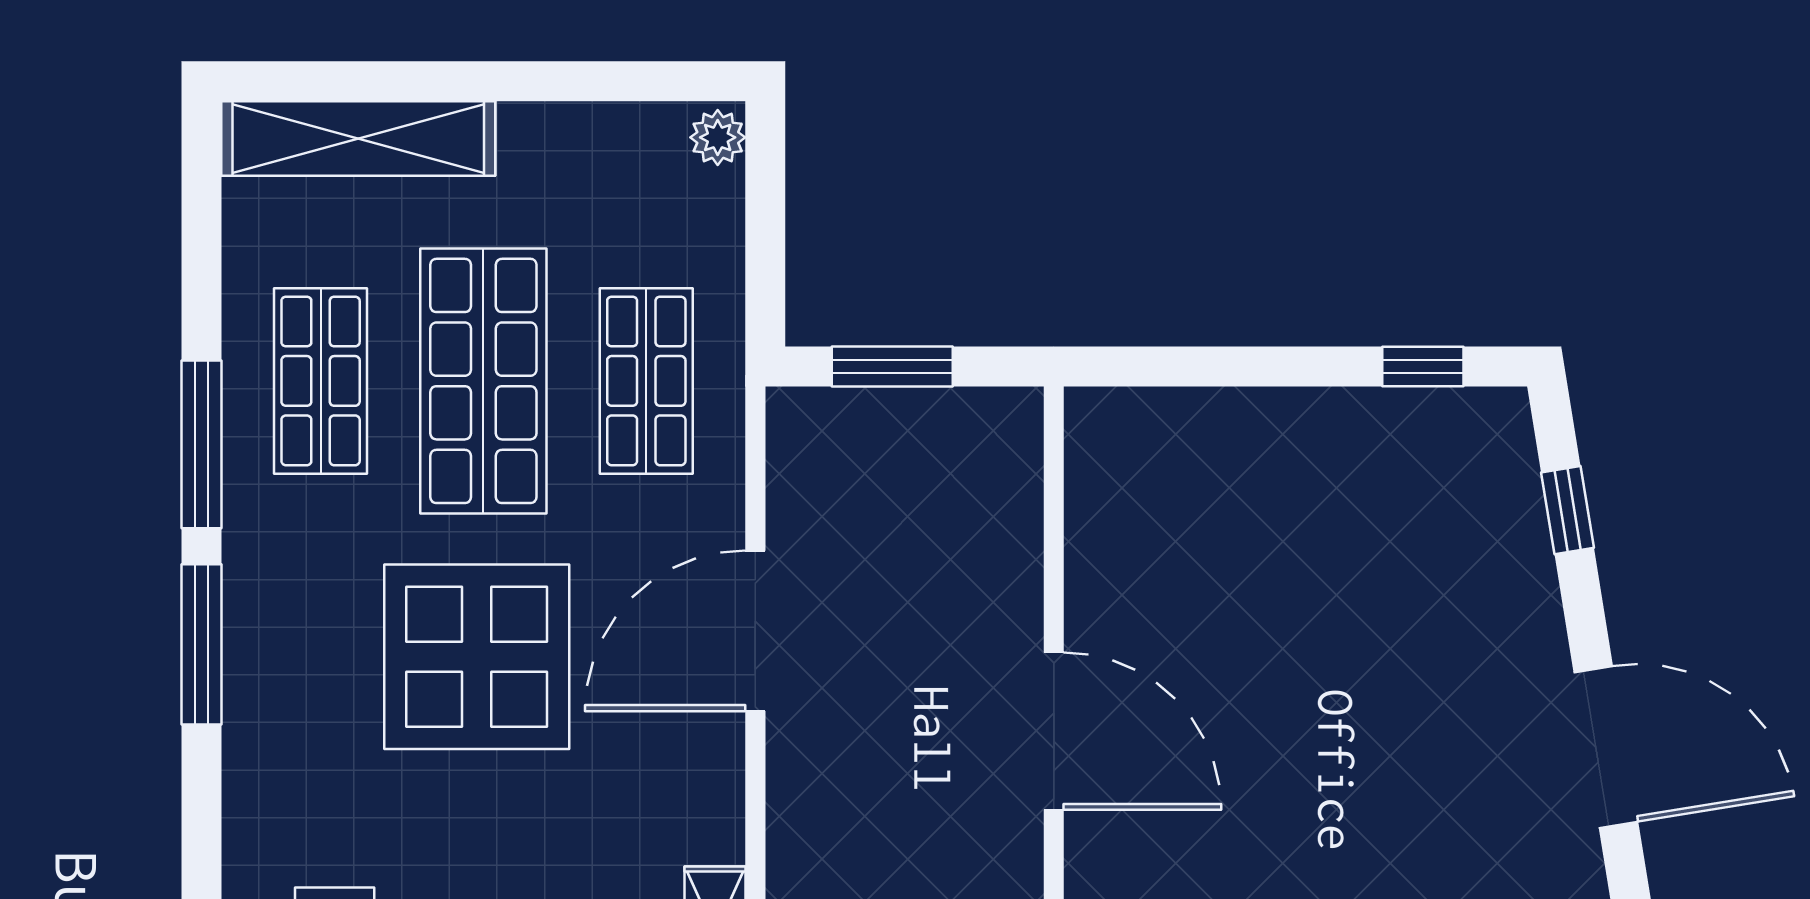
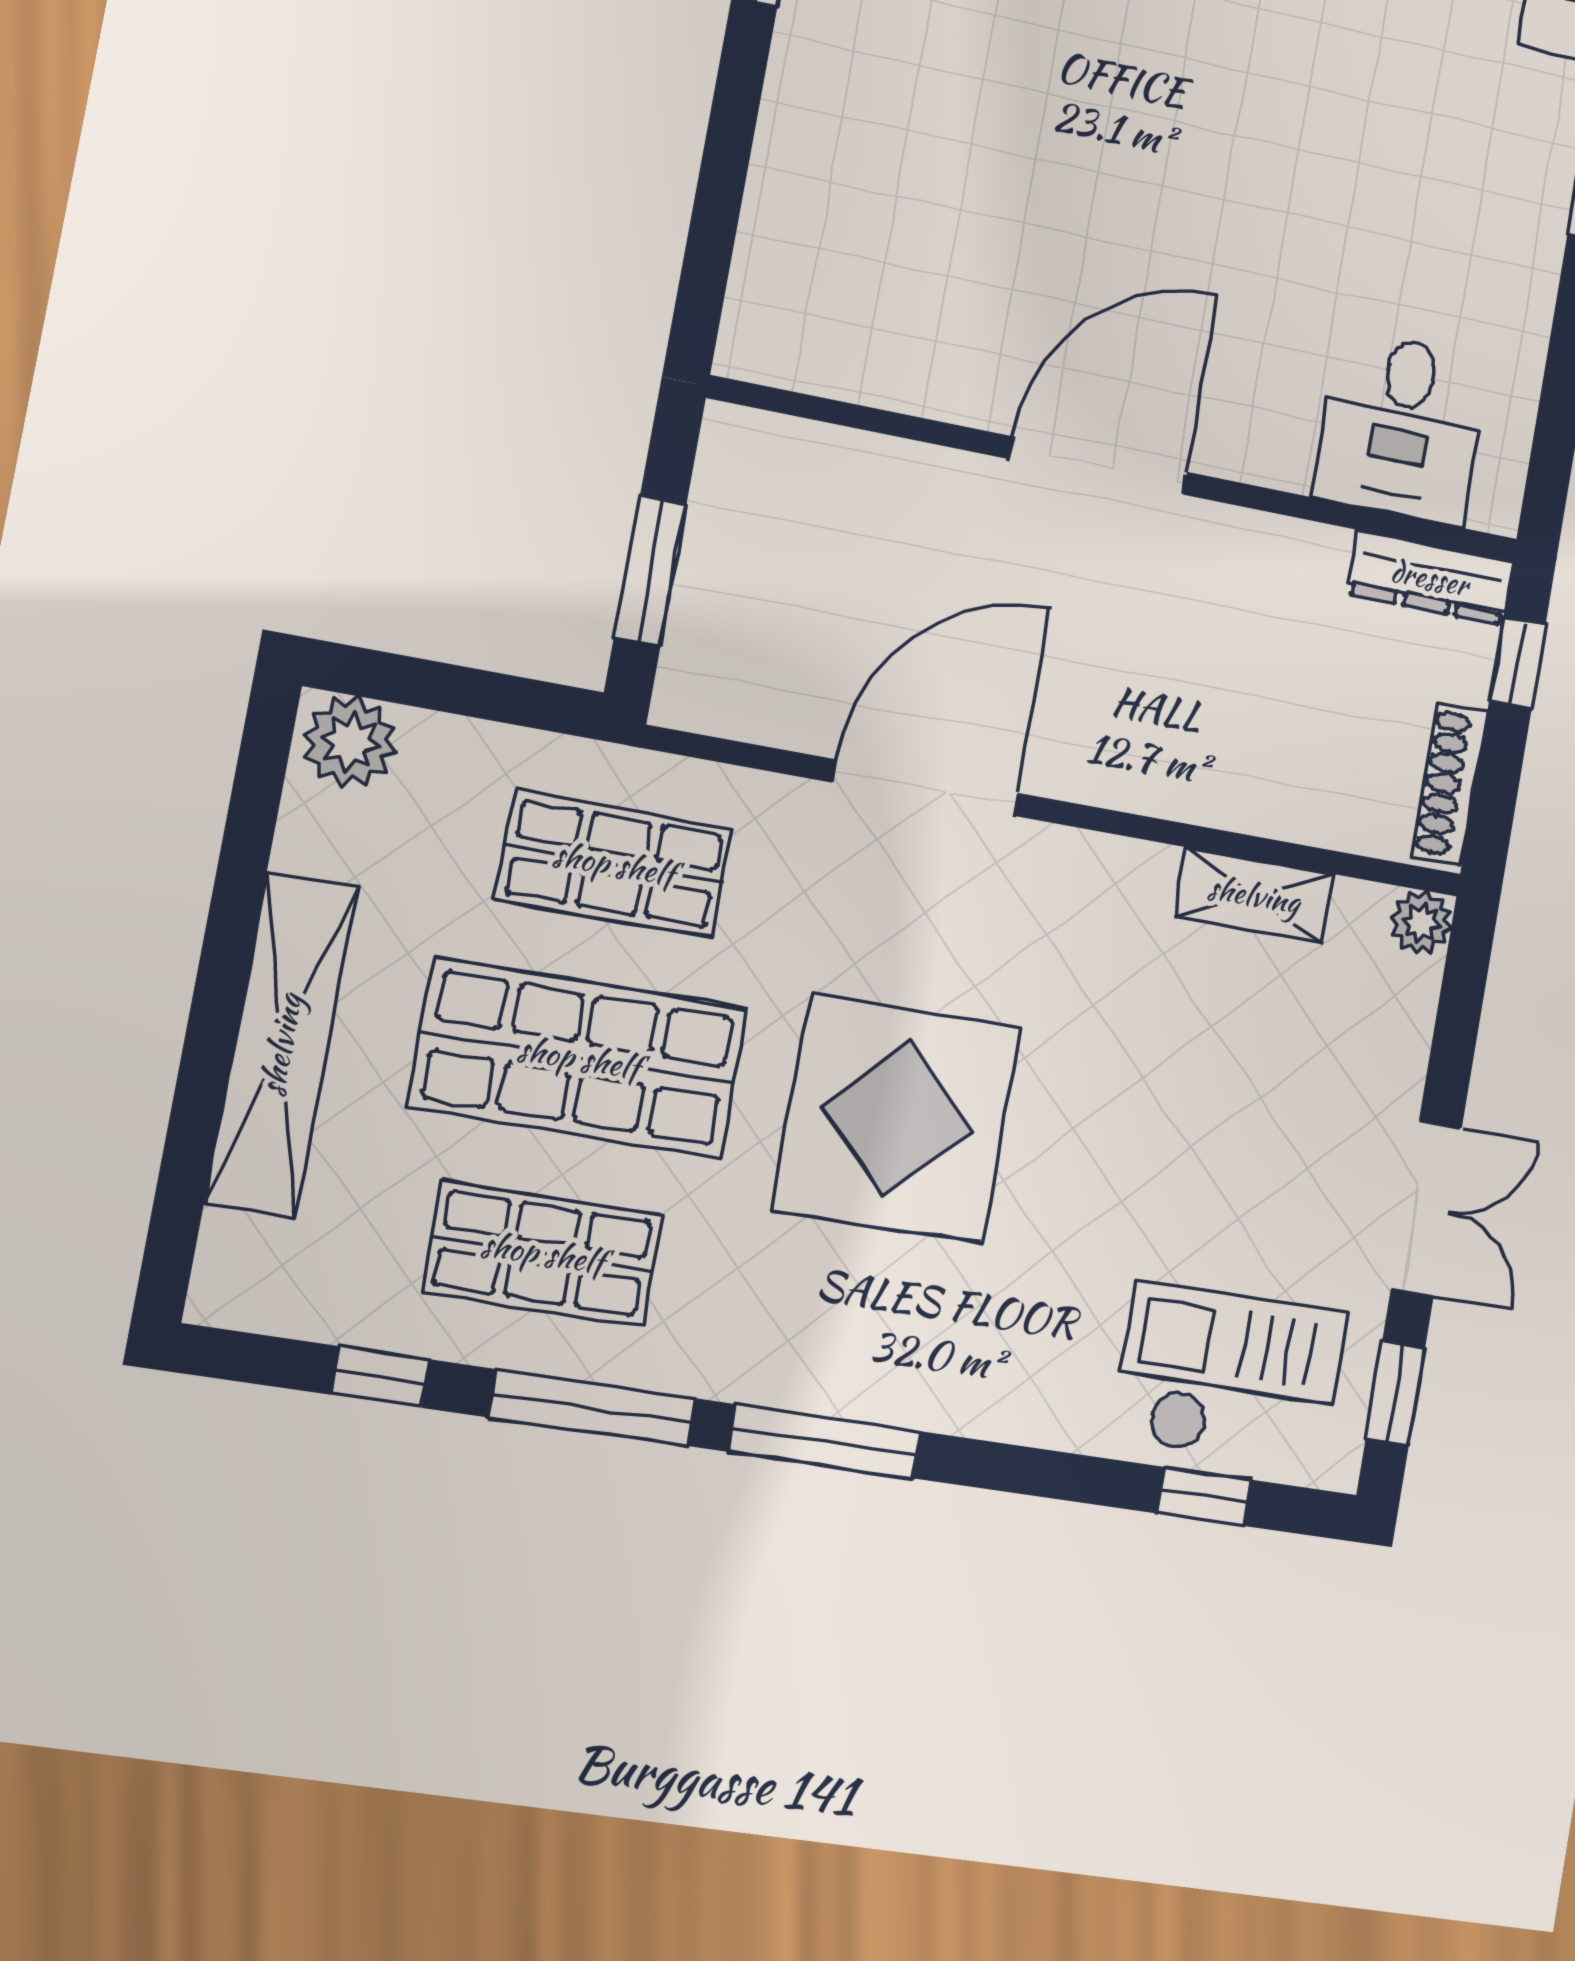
plant: (718, 137) -> (350, 742), width x1.38, depth x1.38
shelving: (358, 138) -> (281, 1045), moved
window: (202, 268) -> (380, 1377), added
door: (755, 631) -> (925, 788), swing flipped

